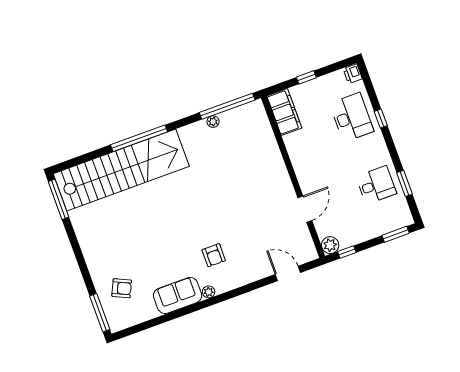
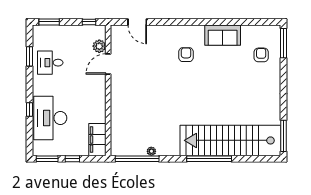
window: (337, 66) -> (47, 159), added
printer: (353, 74) -> (38, 149), removed
desk: (352, 117) -> (50, 118), width x1.36, depth x1.30
plant: (330, 245) -> (99, 46), moved
armchair: (122, 288) -> (261, 55), turned 65
plant: (209, 292) -> (199, 29), removed

